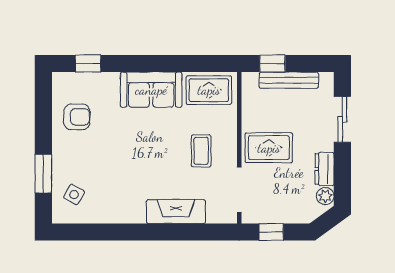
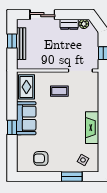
window: (88, 64) -> (12, 127), moved
window: (272, 64) -> (12, 41), moved
armchair: (77, 117) -> (41, 158), turned -90
rug: (269, 148) -> (58, 55), removed
fireplace: (176, 212) -> (92, 128), moved

